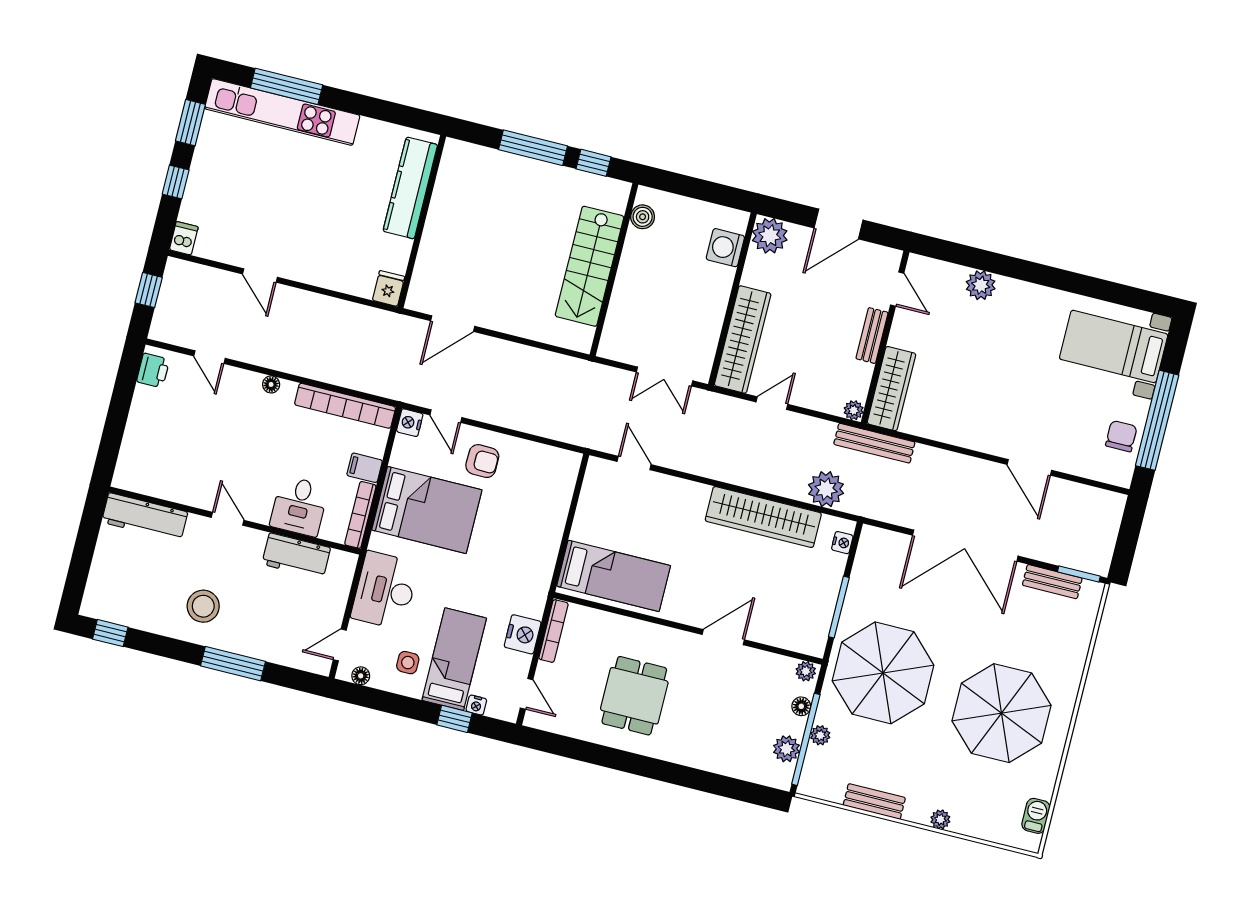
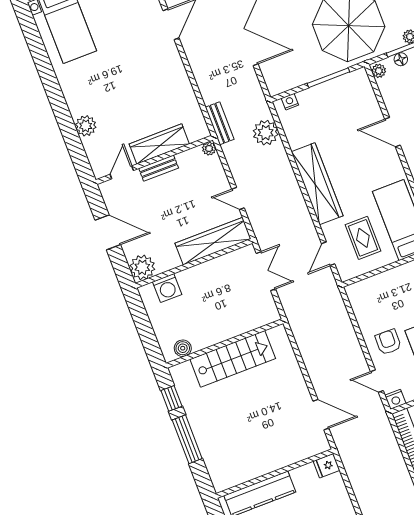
wardrobe: (891, 389) -> (159, 144), moved
door: (446, 416) -> (377, 381), swing flipped
bench: (874, 443) -> (220, 123), width x0.73
rug: (624, 517) -> (363, 238), added
wardrobe: (763, 517) -> (317, 184), moved

